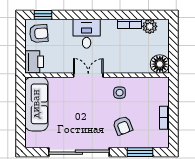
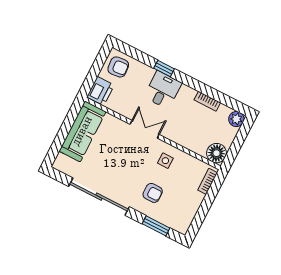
window: (43, 15) -> (164, 68), moved
plant: (150, 26) -> (236, 119), moved
bookcase: (164, 118) -> (208, 181), moved
armchair: (123, 126) -> (153, 193), turned -69

